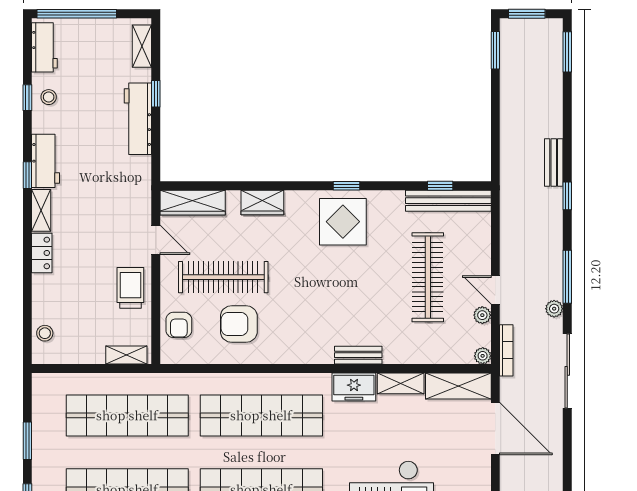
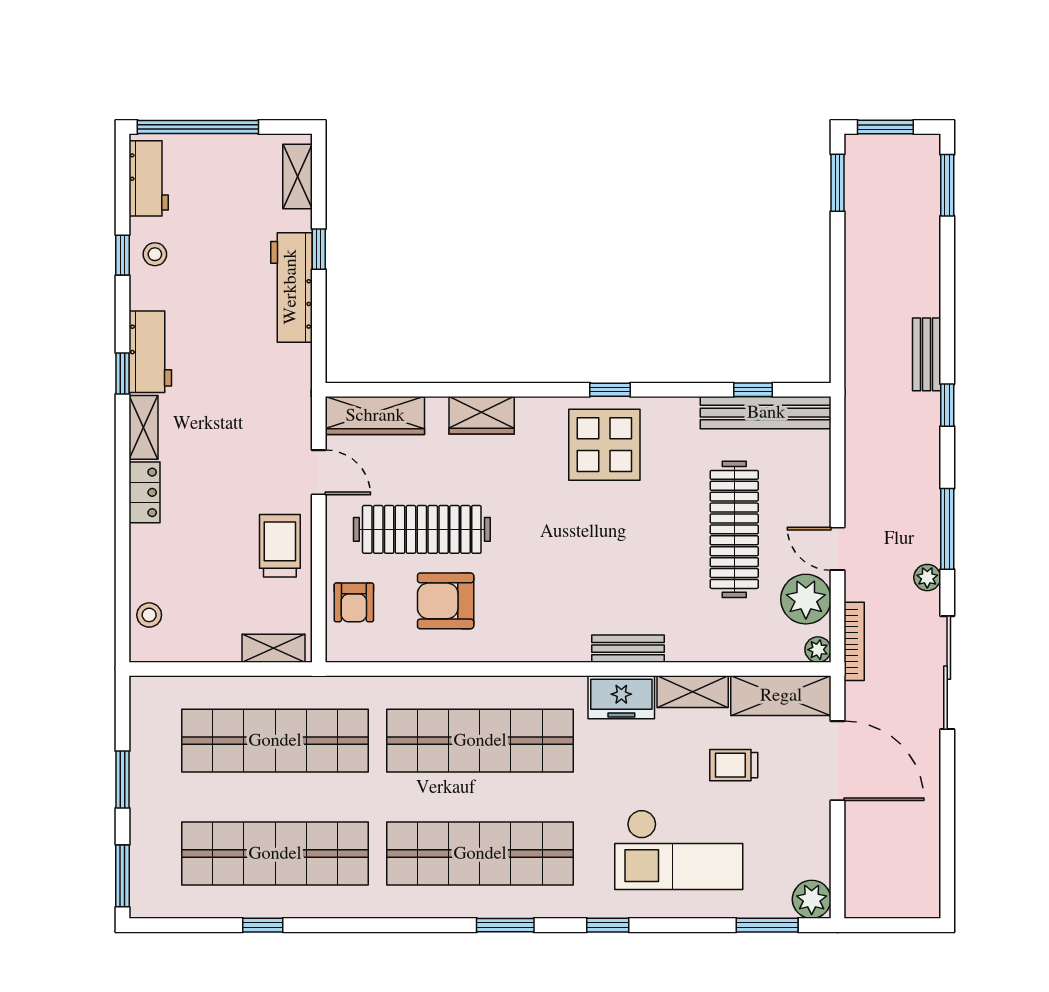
plant: (482, 315) -> (806, 599), width x1.88, depth x1.88
trolley: (427, 431) -> (734, 765), added

